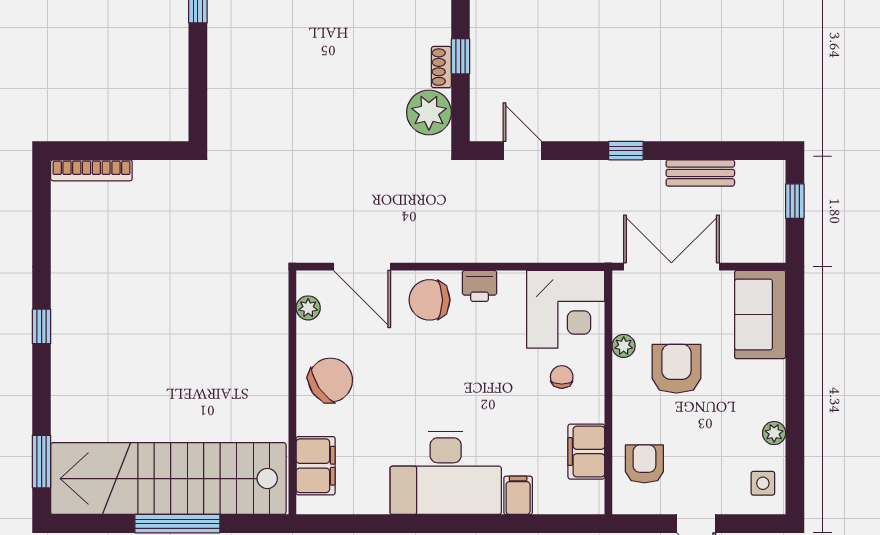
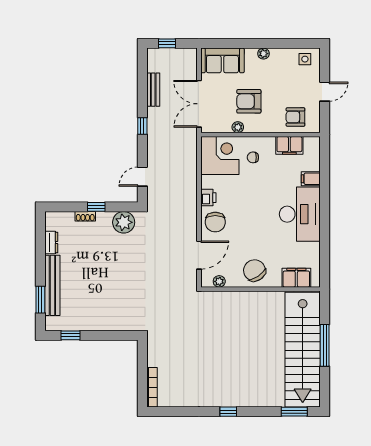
shoe rack: (441, 67) -> (85, 216), moved
plant: (774, 433) -> (263, 54), moved

